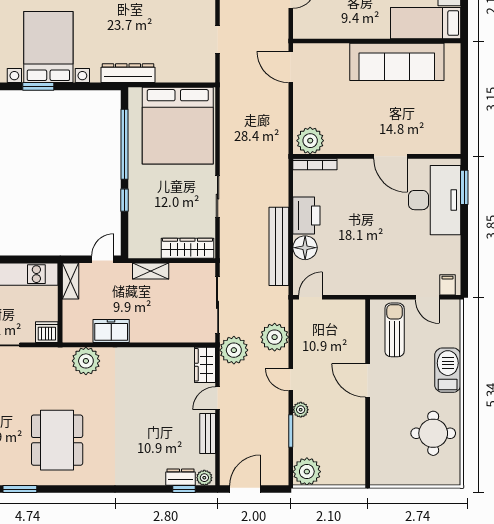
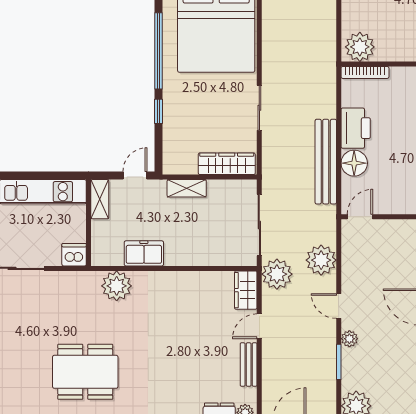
dining table: (57, 440) -> (85, 372), turned 90

